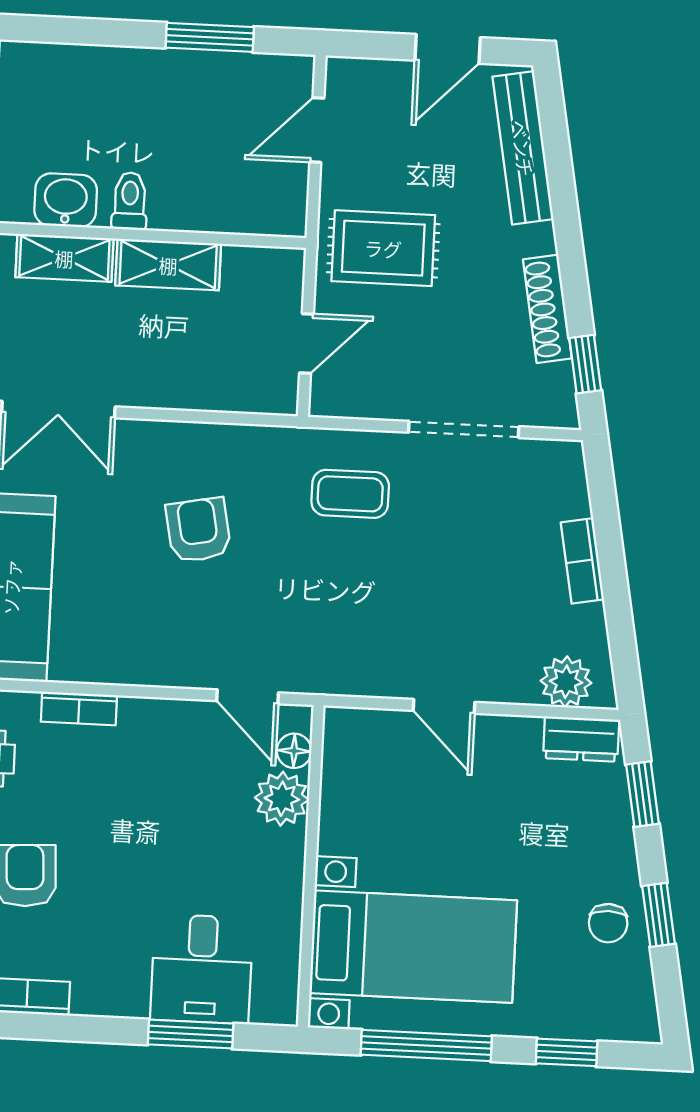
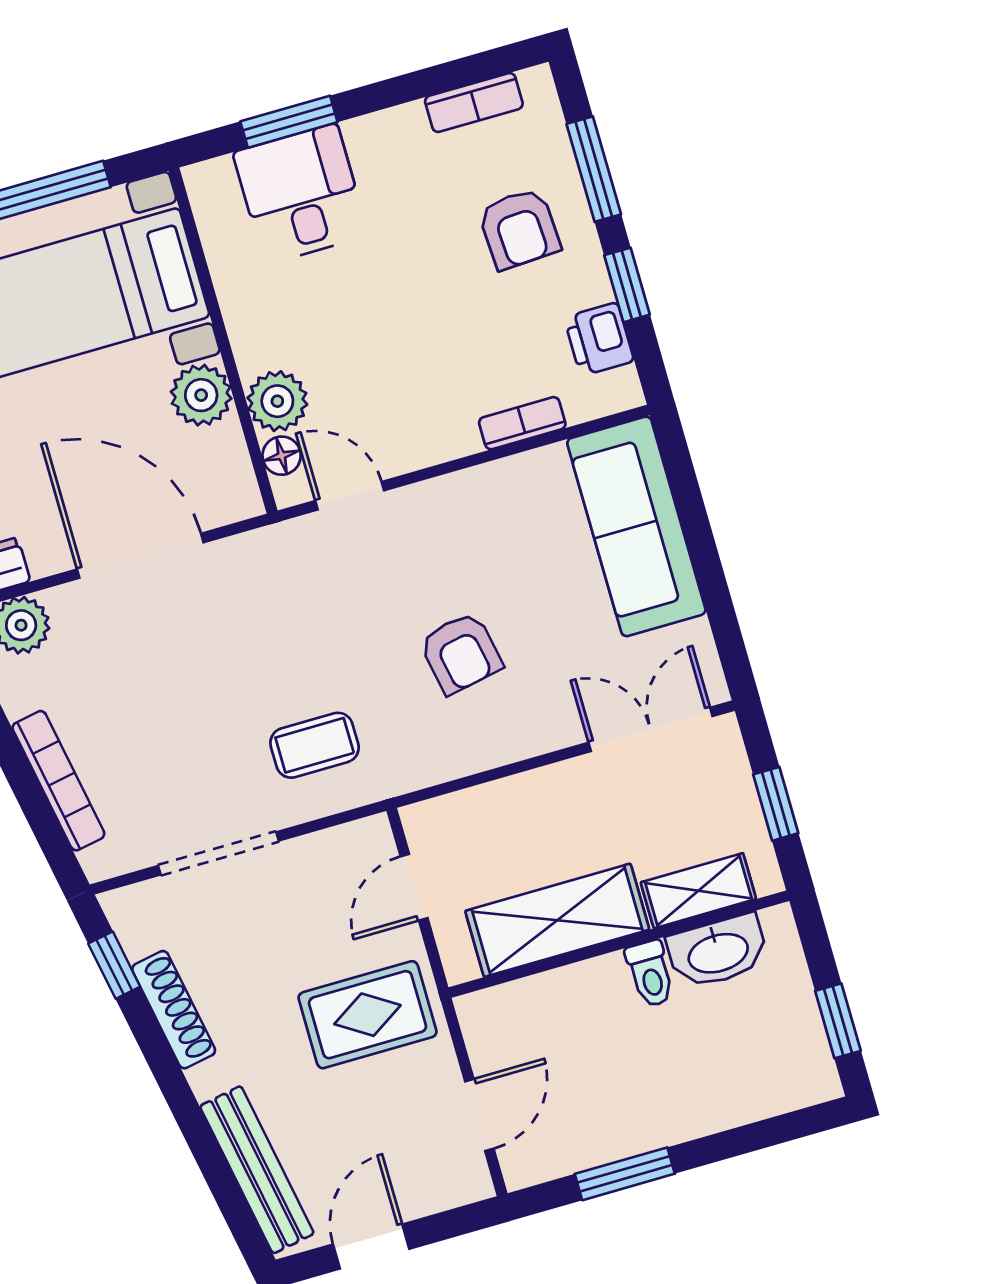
washbasin: (66, 200) -> (718, 952), width x1.38
shelving: (168, 265) -> (557, 920), width x1.50, depth x1.33
bookcase: (582, 561) -> (58, 781), width x1.56
door: (444, 706) -> (140, 556), width x1.87
plant: (345, 826) -> (201, 395), added

